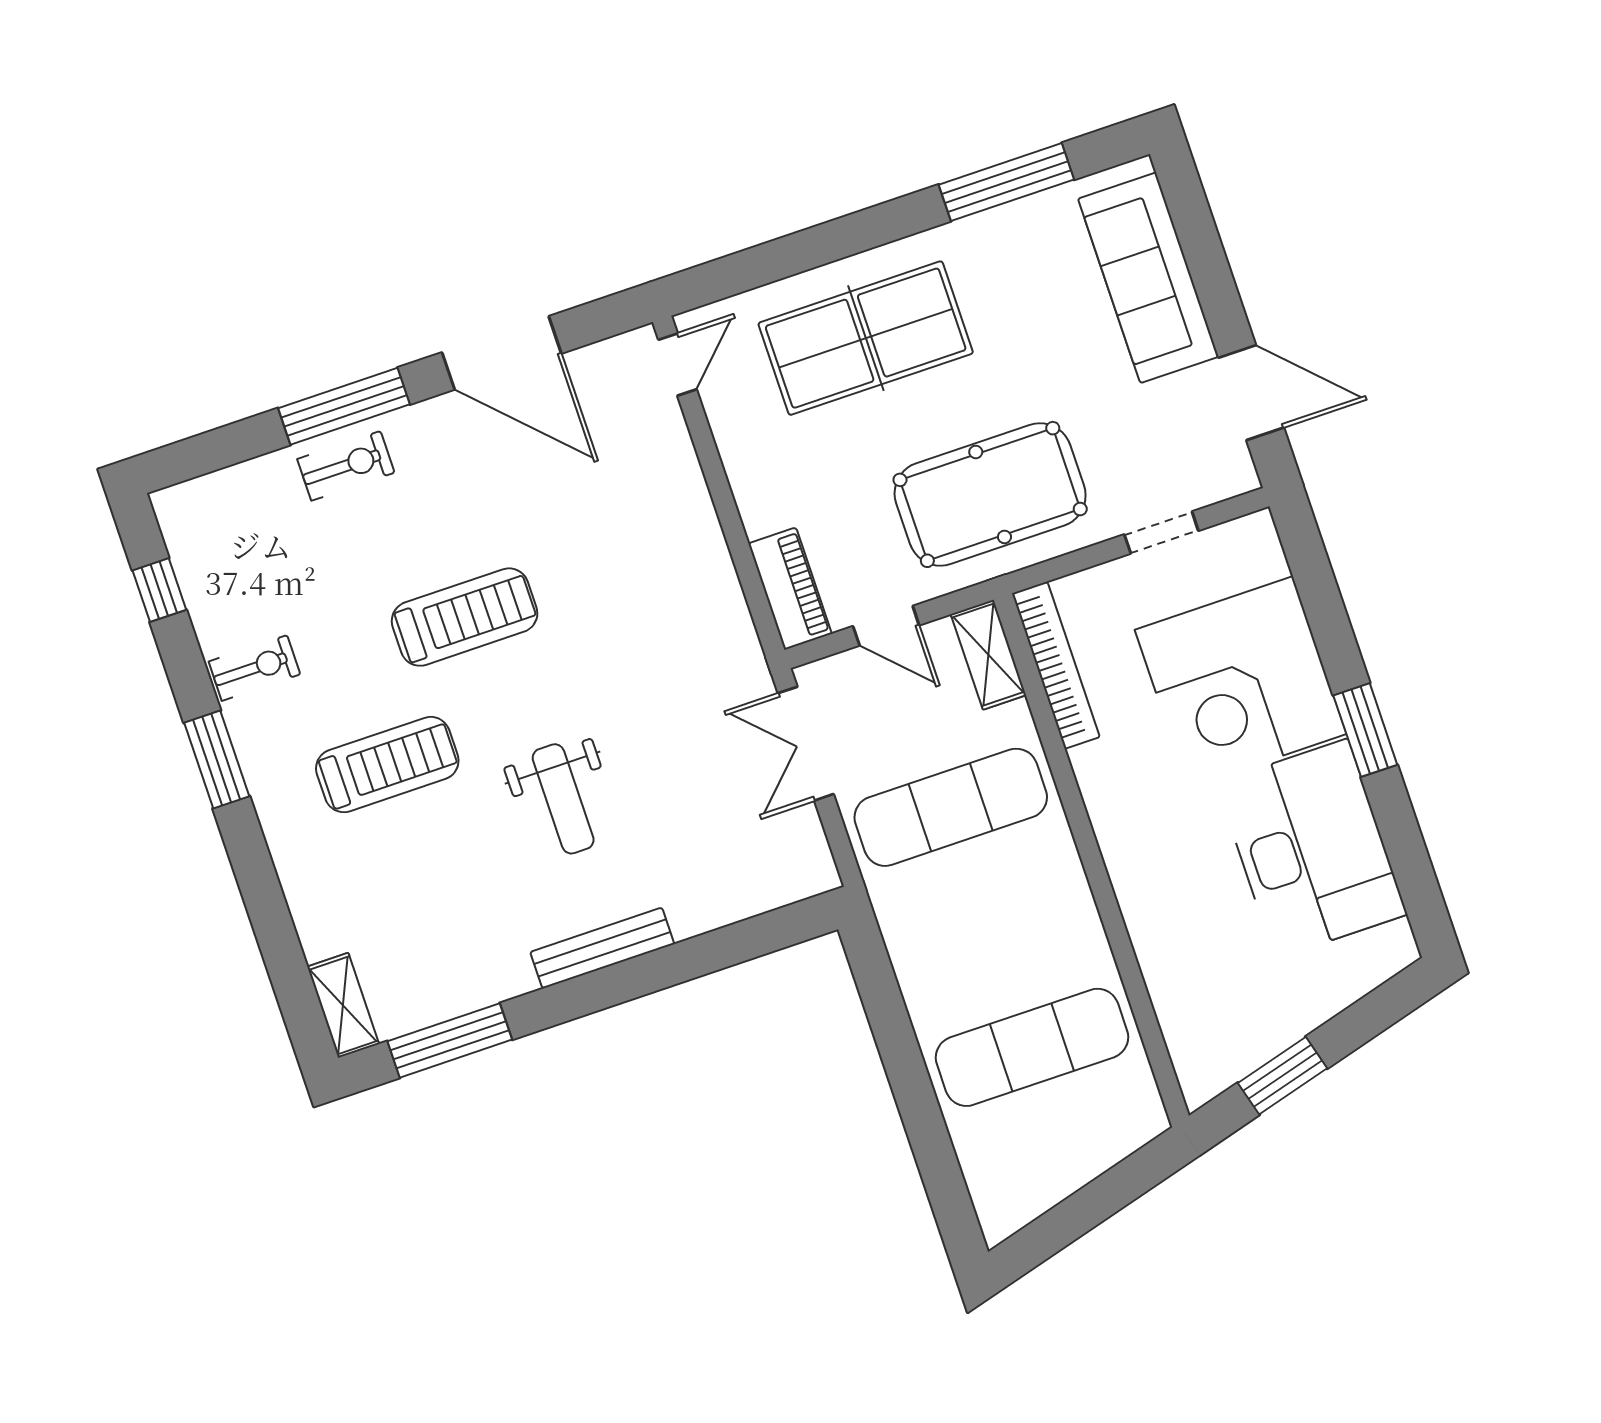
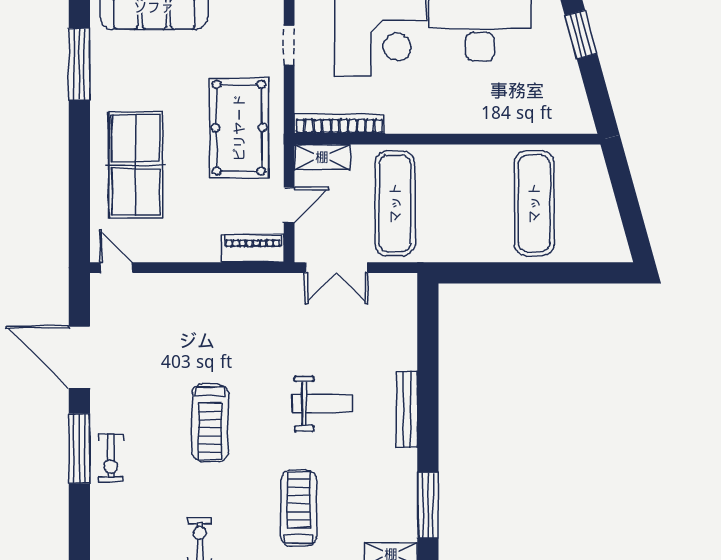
door: (502, 353) -> (79, 357), swing flipped
exercise bike: (346, 466) -> (111, 458), turned 180
treadmill: (465, 617) -> (210, 423), turned 180
treadmill: (387, 765) -> (299, 508), moved
window: (1282, 1076) -> (581, 35), moved

